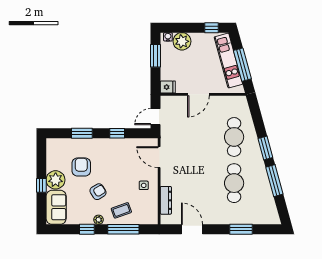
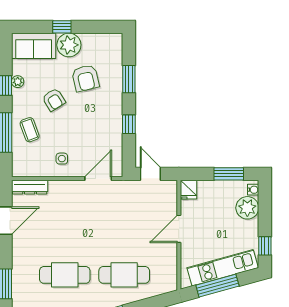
door: (198, 94) -> (179, 229), hinge flipped
armchair: (81, 167) -> (86, 78), turned 77
dresser: (166, 200) -> (30, 187), moved
plant: (98, 220) -> (18, 82), moved

